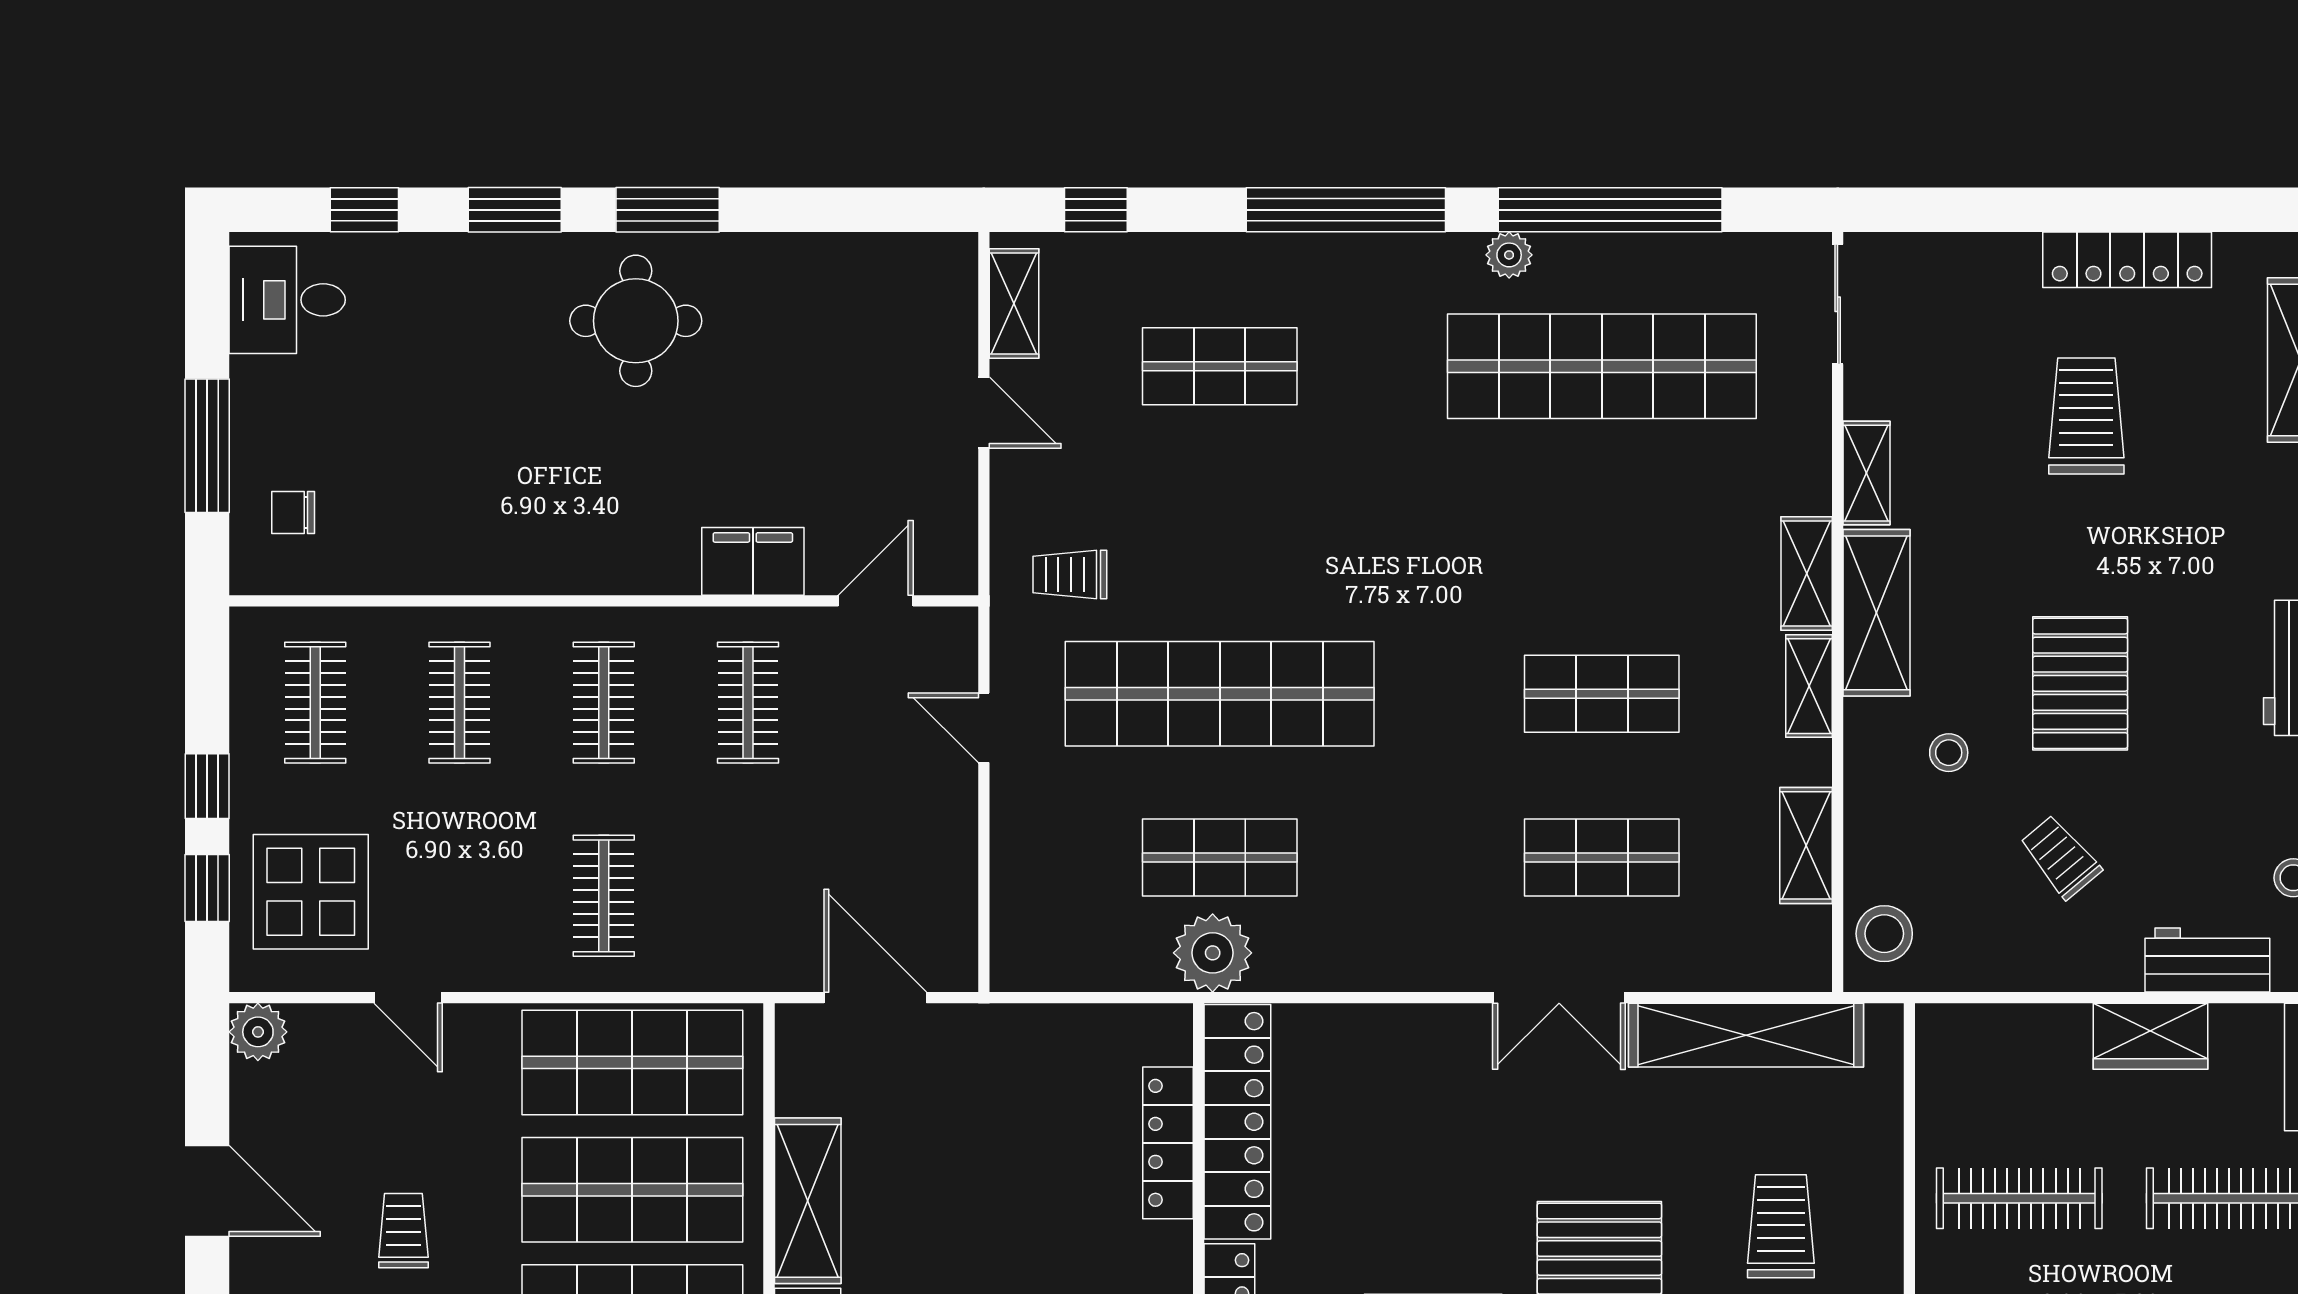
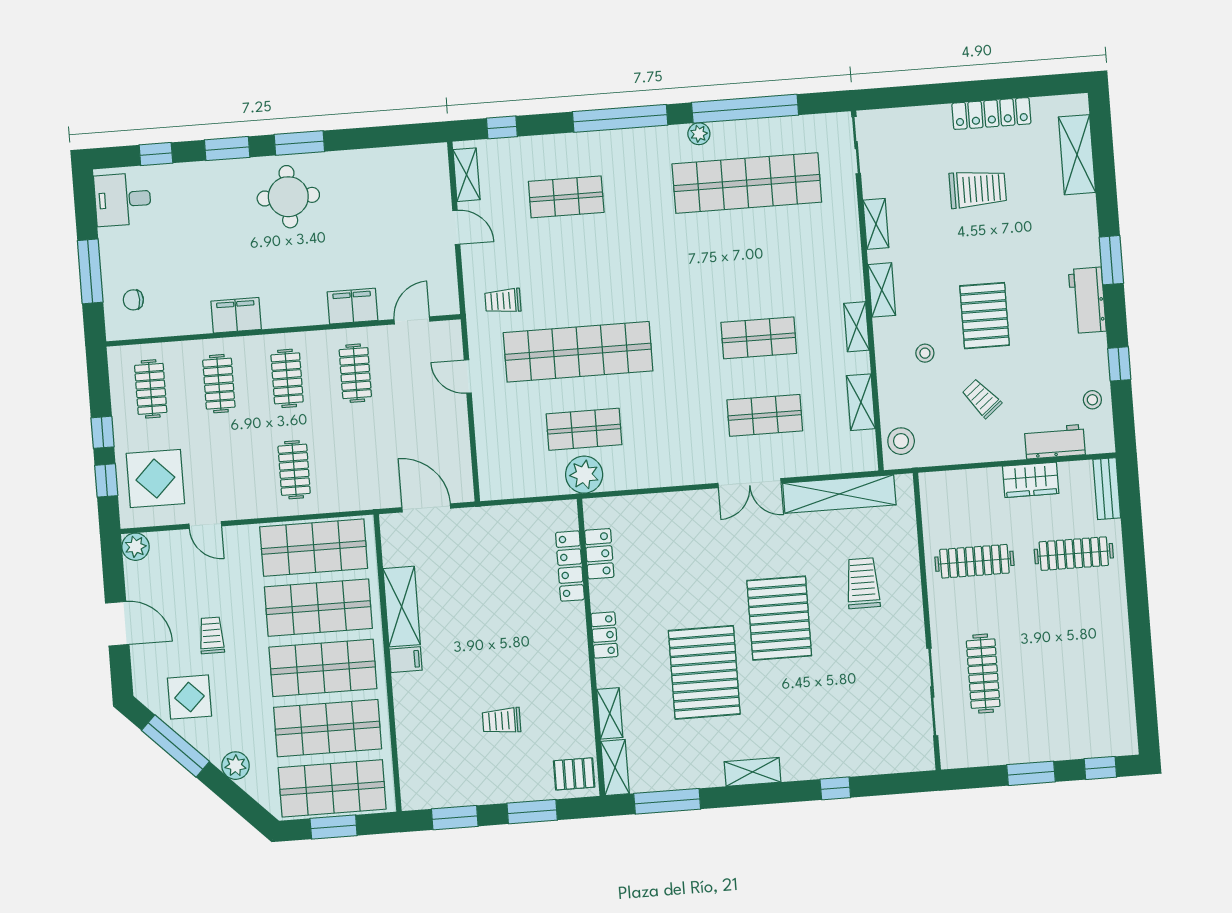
trolley: (2086, 416) -> (978, 189), turned 90
filing cabinet: (507, 562) -> (236, 315), added
shelving: (1807, 573) -> (851, 274), removed
shelving: (1877, 613) -> (882, 290), width x0.67, depth x0.75
locker: (1237, 1122) -> (599, 554), width x0.46, depth x0.83

